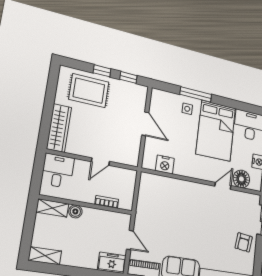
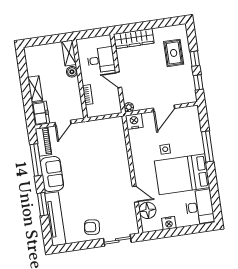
rug: (89, 91) -> (174, 53), width x0.73, depth x0.70
side table: (187, 109) -> (165, 149), moved
plant: (133, 161) -> (129, 107), added
nightstand: (165, 165) -> (134, 121), moved, turned 90
desk: (58, 171) -> (101, 60), moved
shelving: (45, 256) -> (35, 89), moved

